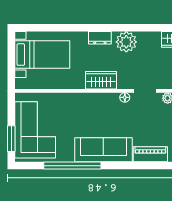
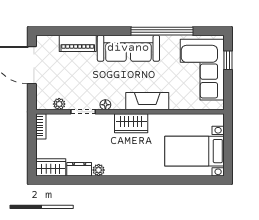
dresser: (100, 38) -> (79, 169), moved
plant: (126, 42) -> (99, 170), width x0.53, depth x0.53
fireplace: (86, 101) -> (147, 101), added
window: (11, 139) -> (228, 60), width x0.67

